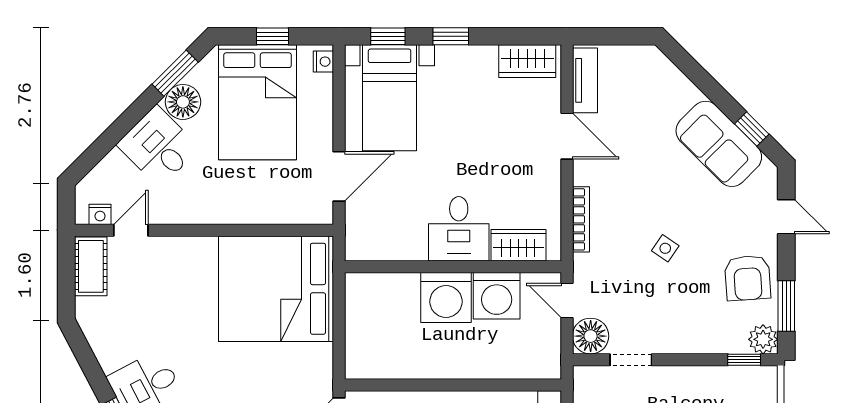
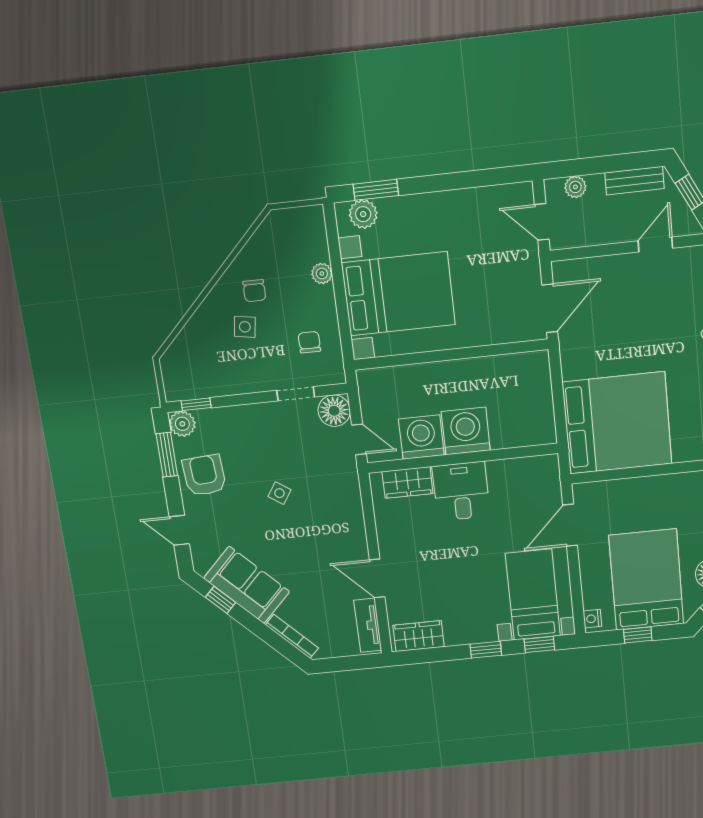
bookcase: (581, 219) -> (292, 636), moved, turned 135

